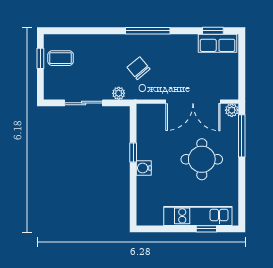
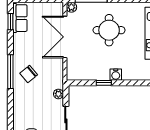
chair: (138, 68) -> (29, 74), moved
double door: (193, 102) -> (65, 37), swing flipped

